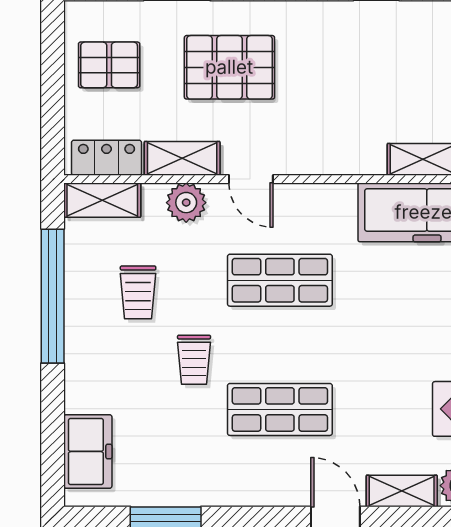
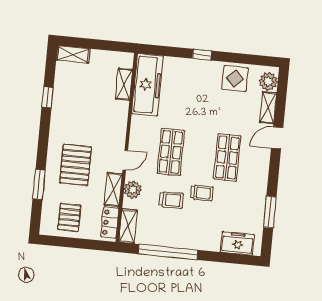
trolley: (138, 292) -> (171, 200), moved

